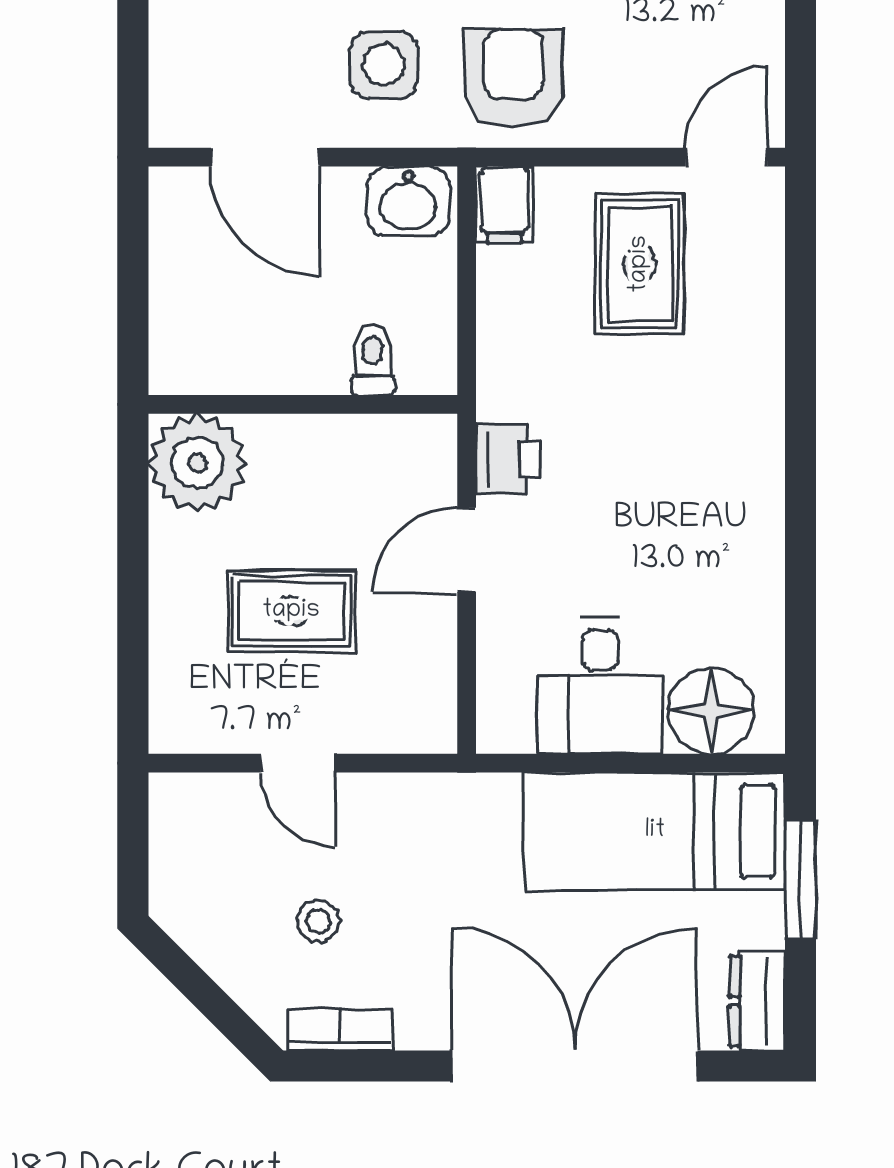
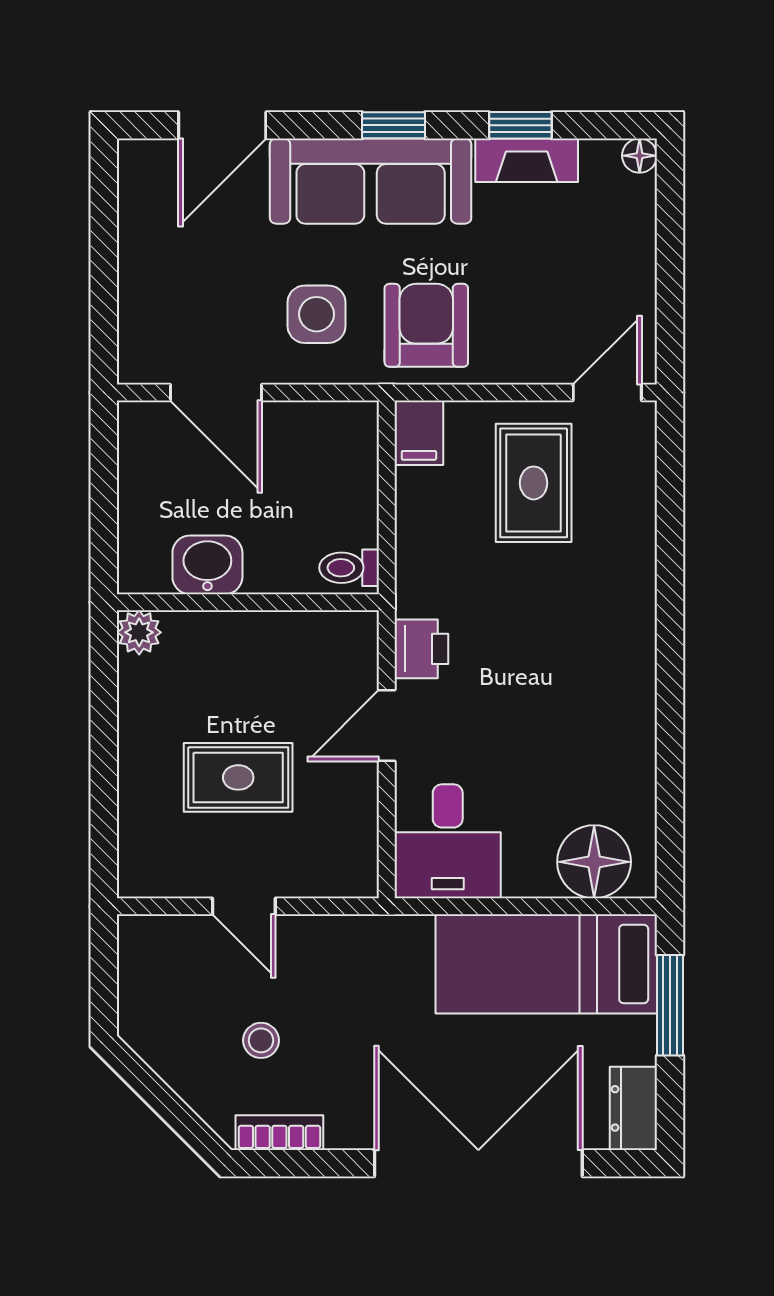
washbasin: (408, 201) -> (207, 565), moved, turned 180
toilet: (373, 360) -> (349, 568), moved, turned -90
plant: (197, 463) -> (139, 632), width x0.53, depth x0.53
desk: (600, 686) -> (448, 841), moved

